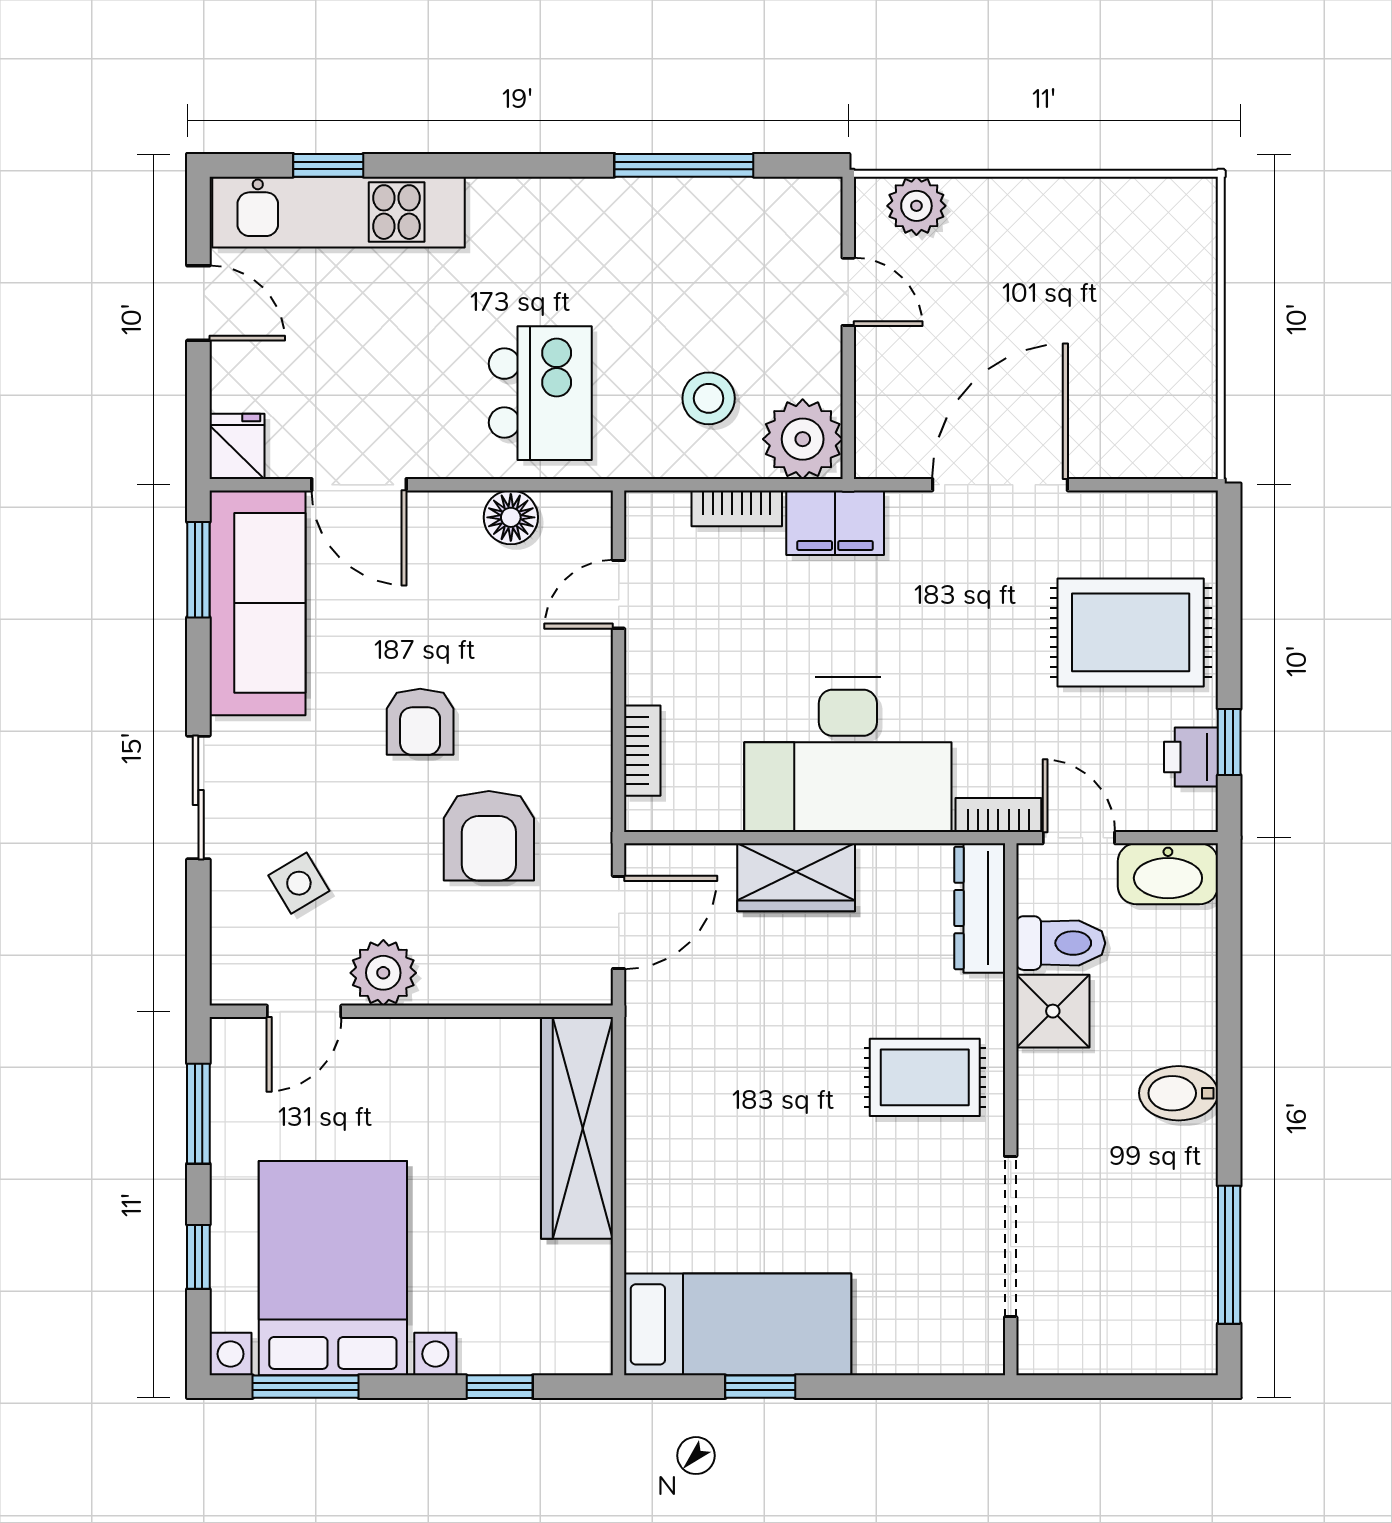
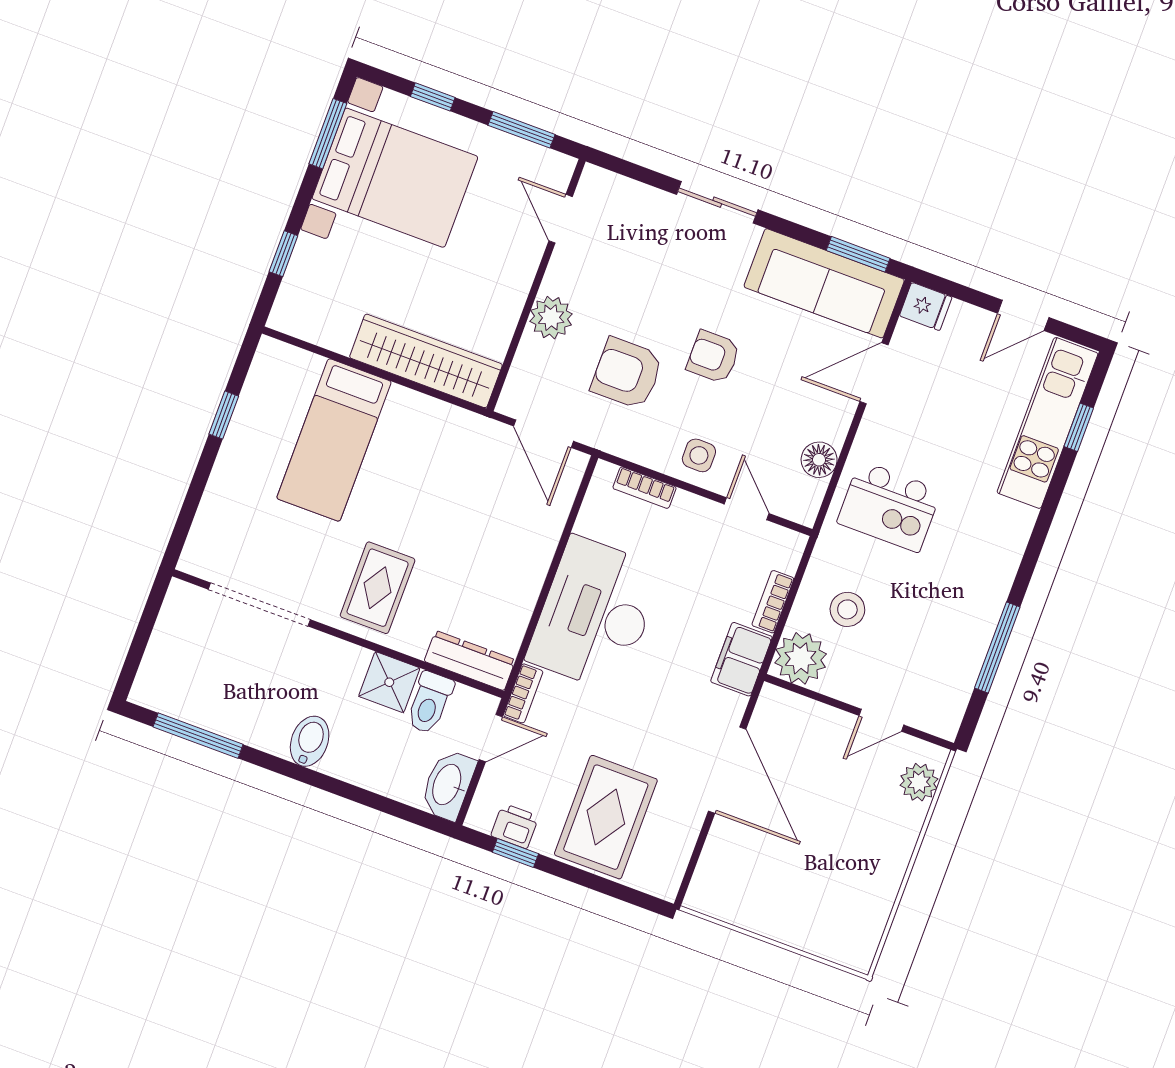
wardrobe: (796, 877) -> (531, 554), removed
side table: (299, 883) -> (699, 455), moved, turned 31
plant: (383, 973) -> (551, 318), moved
bed: (738, 1324) -> (334, 440), moved

